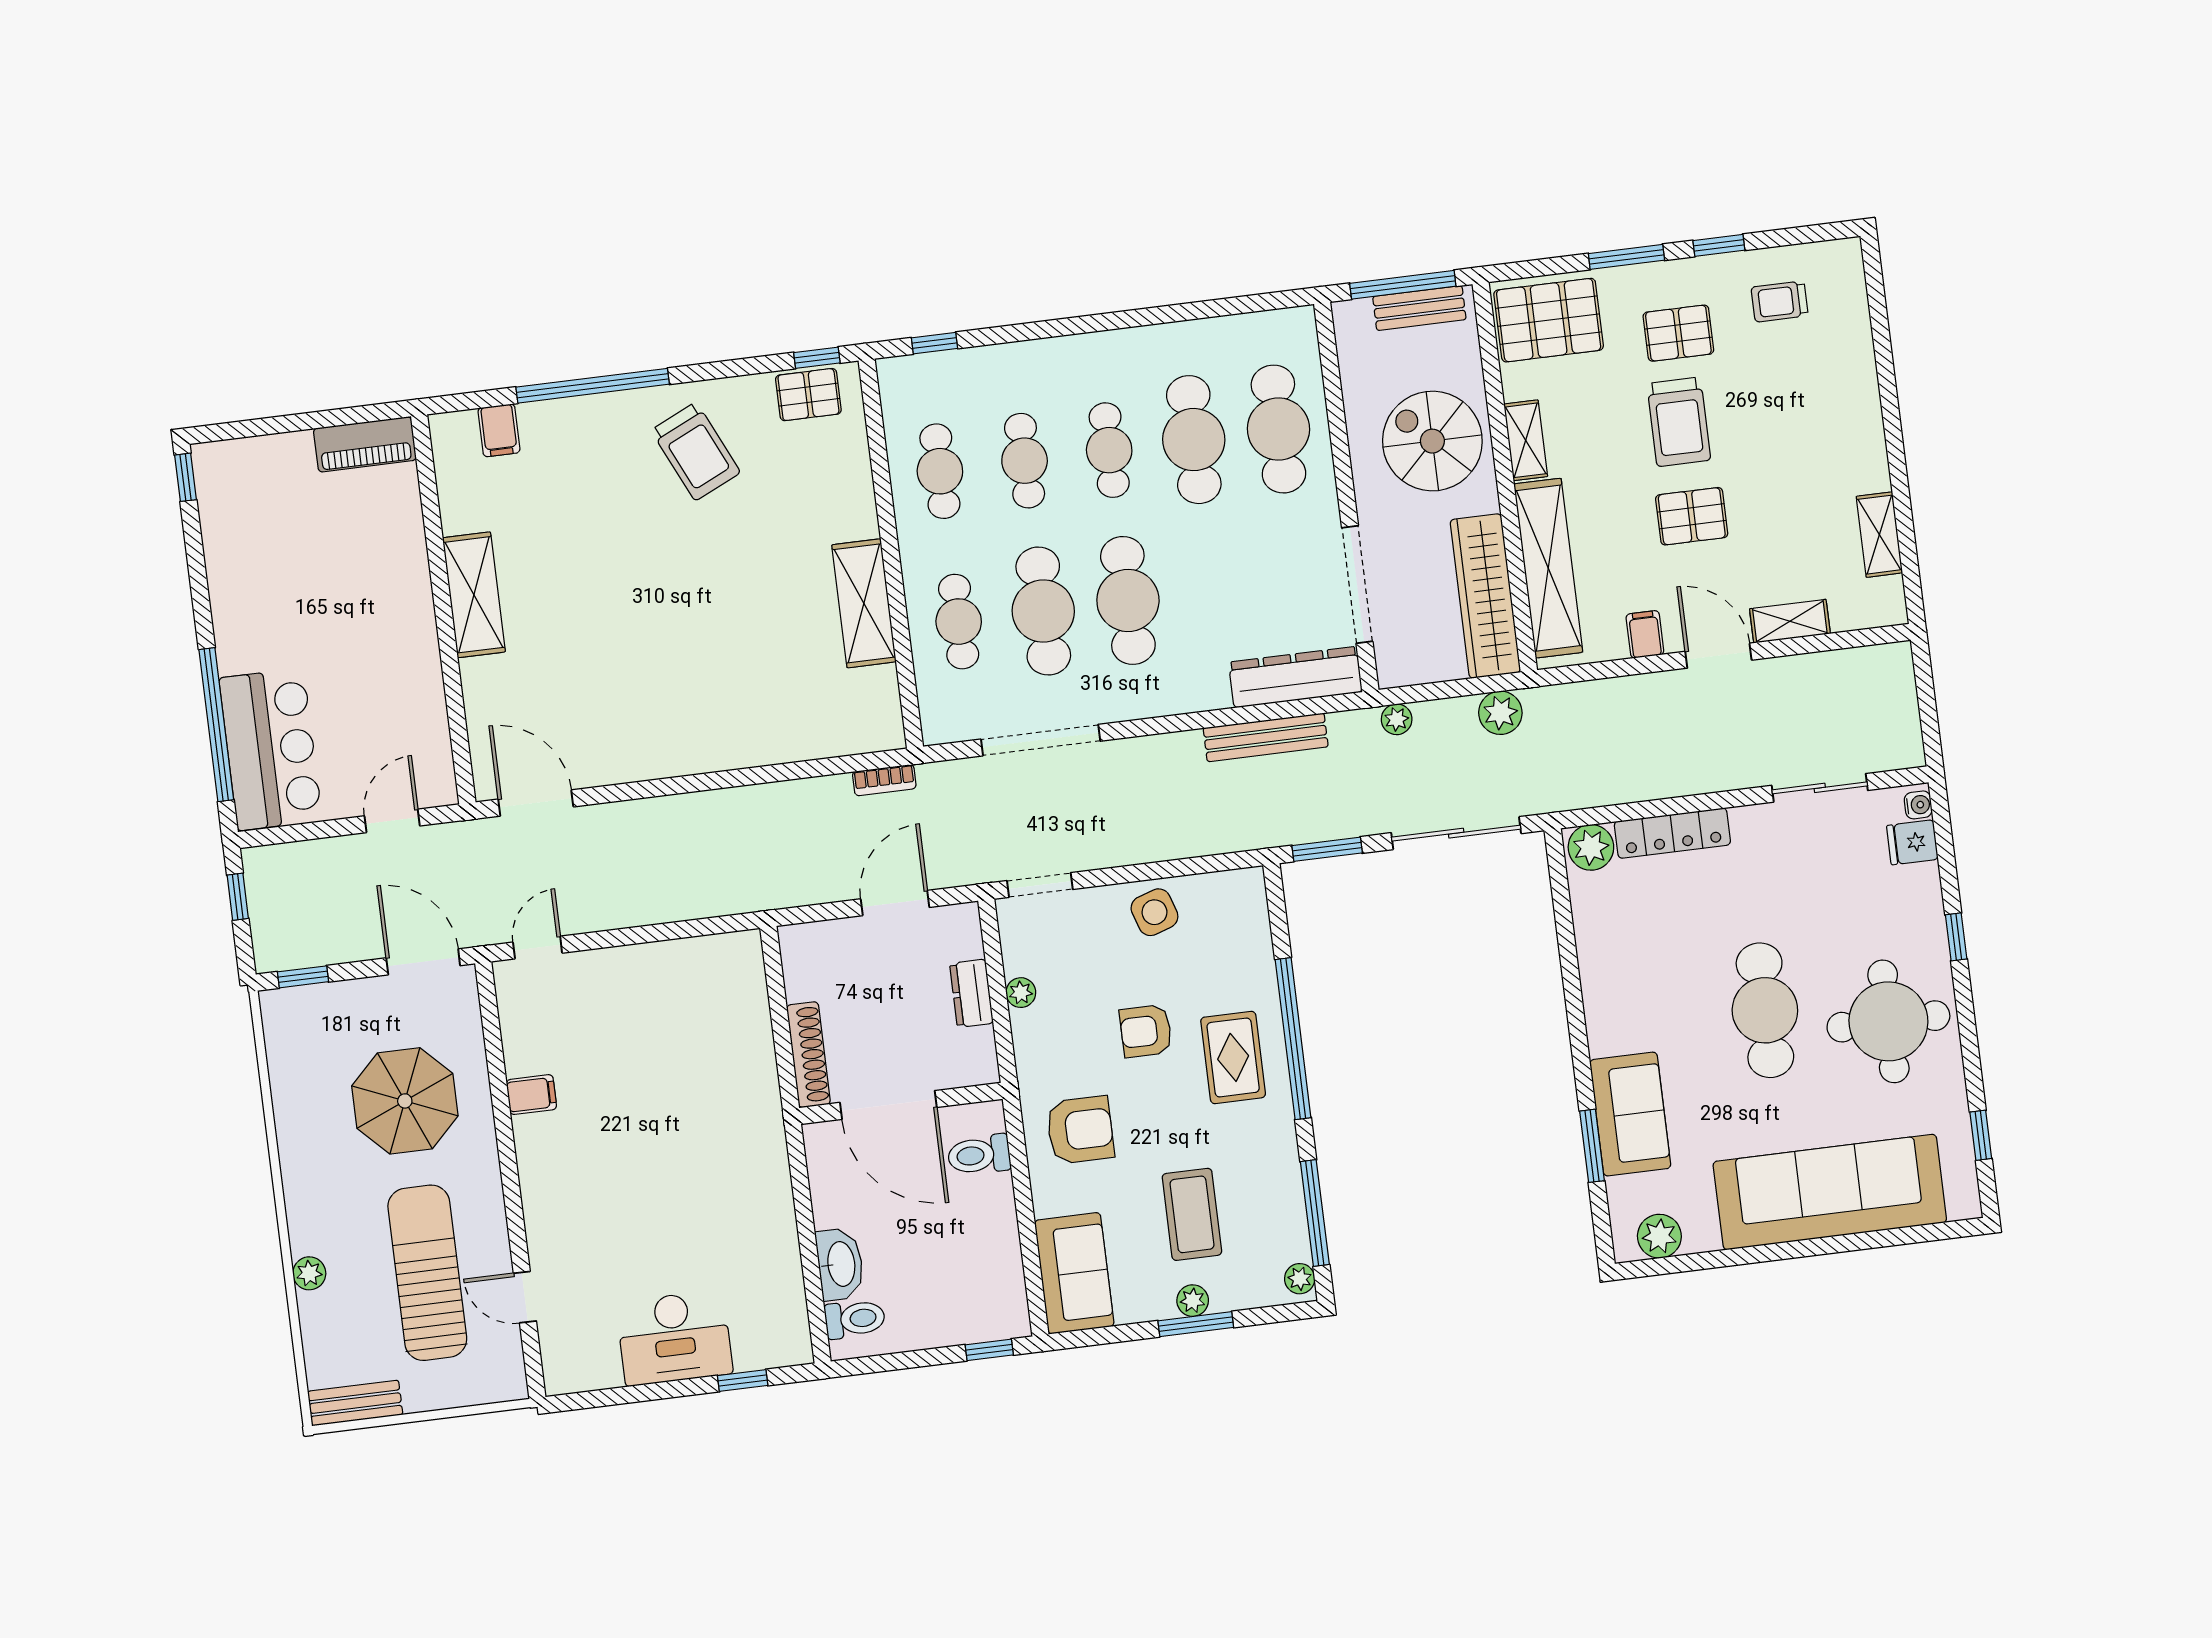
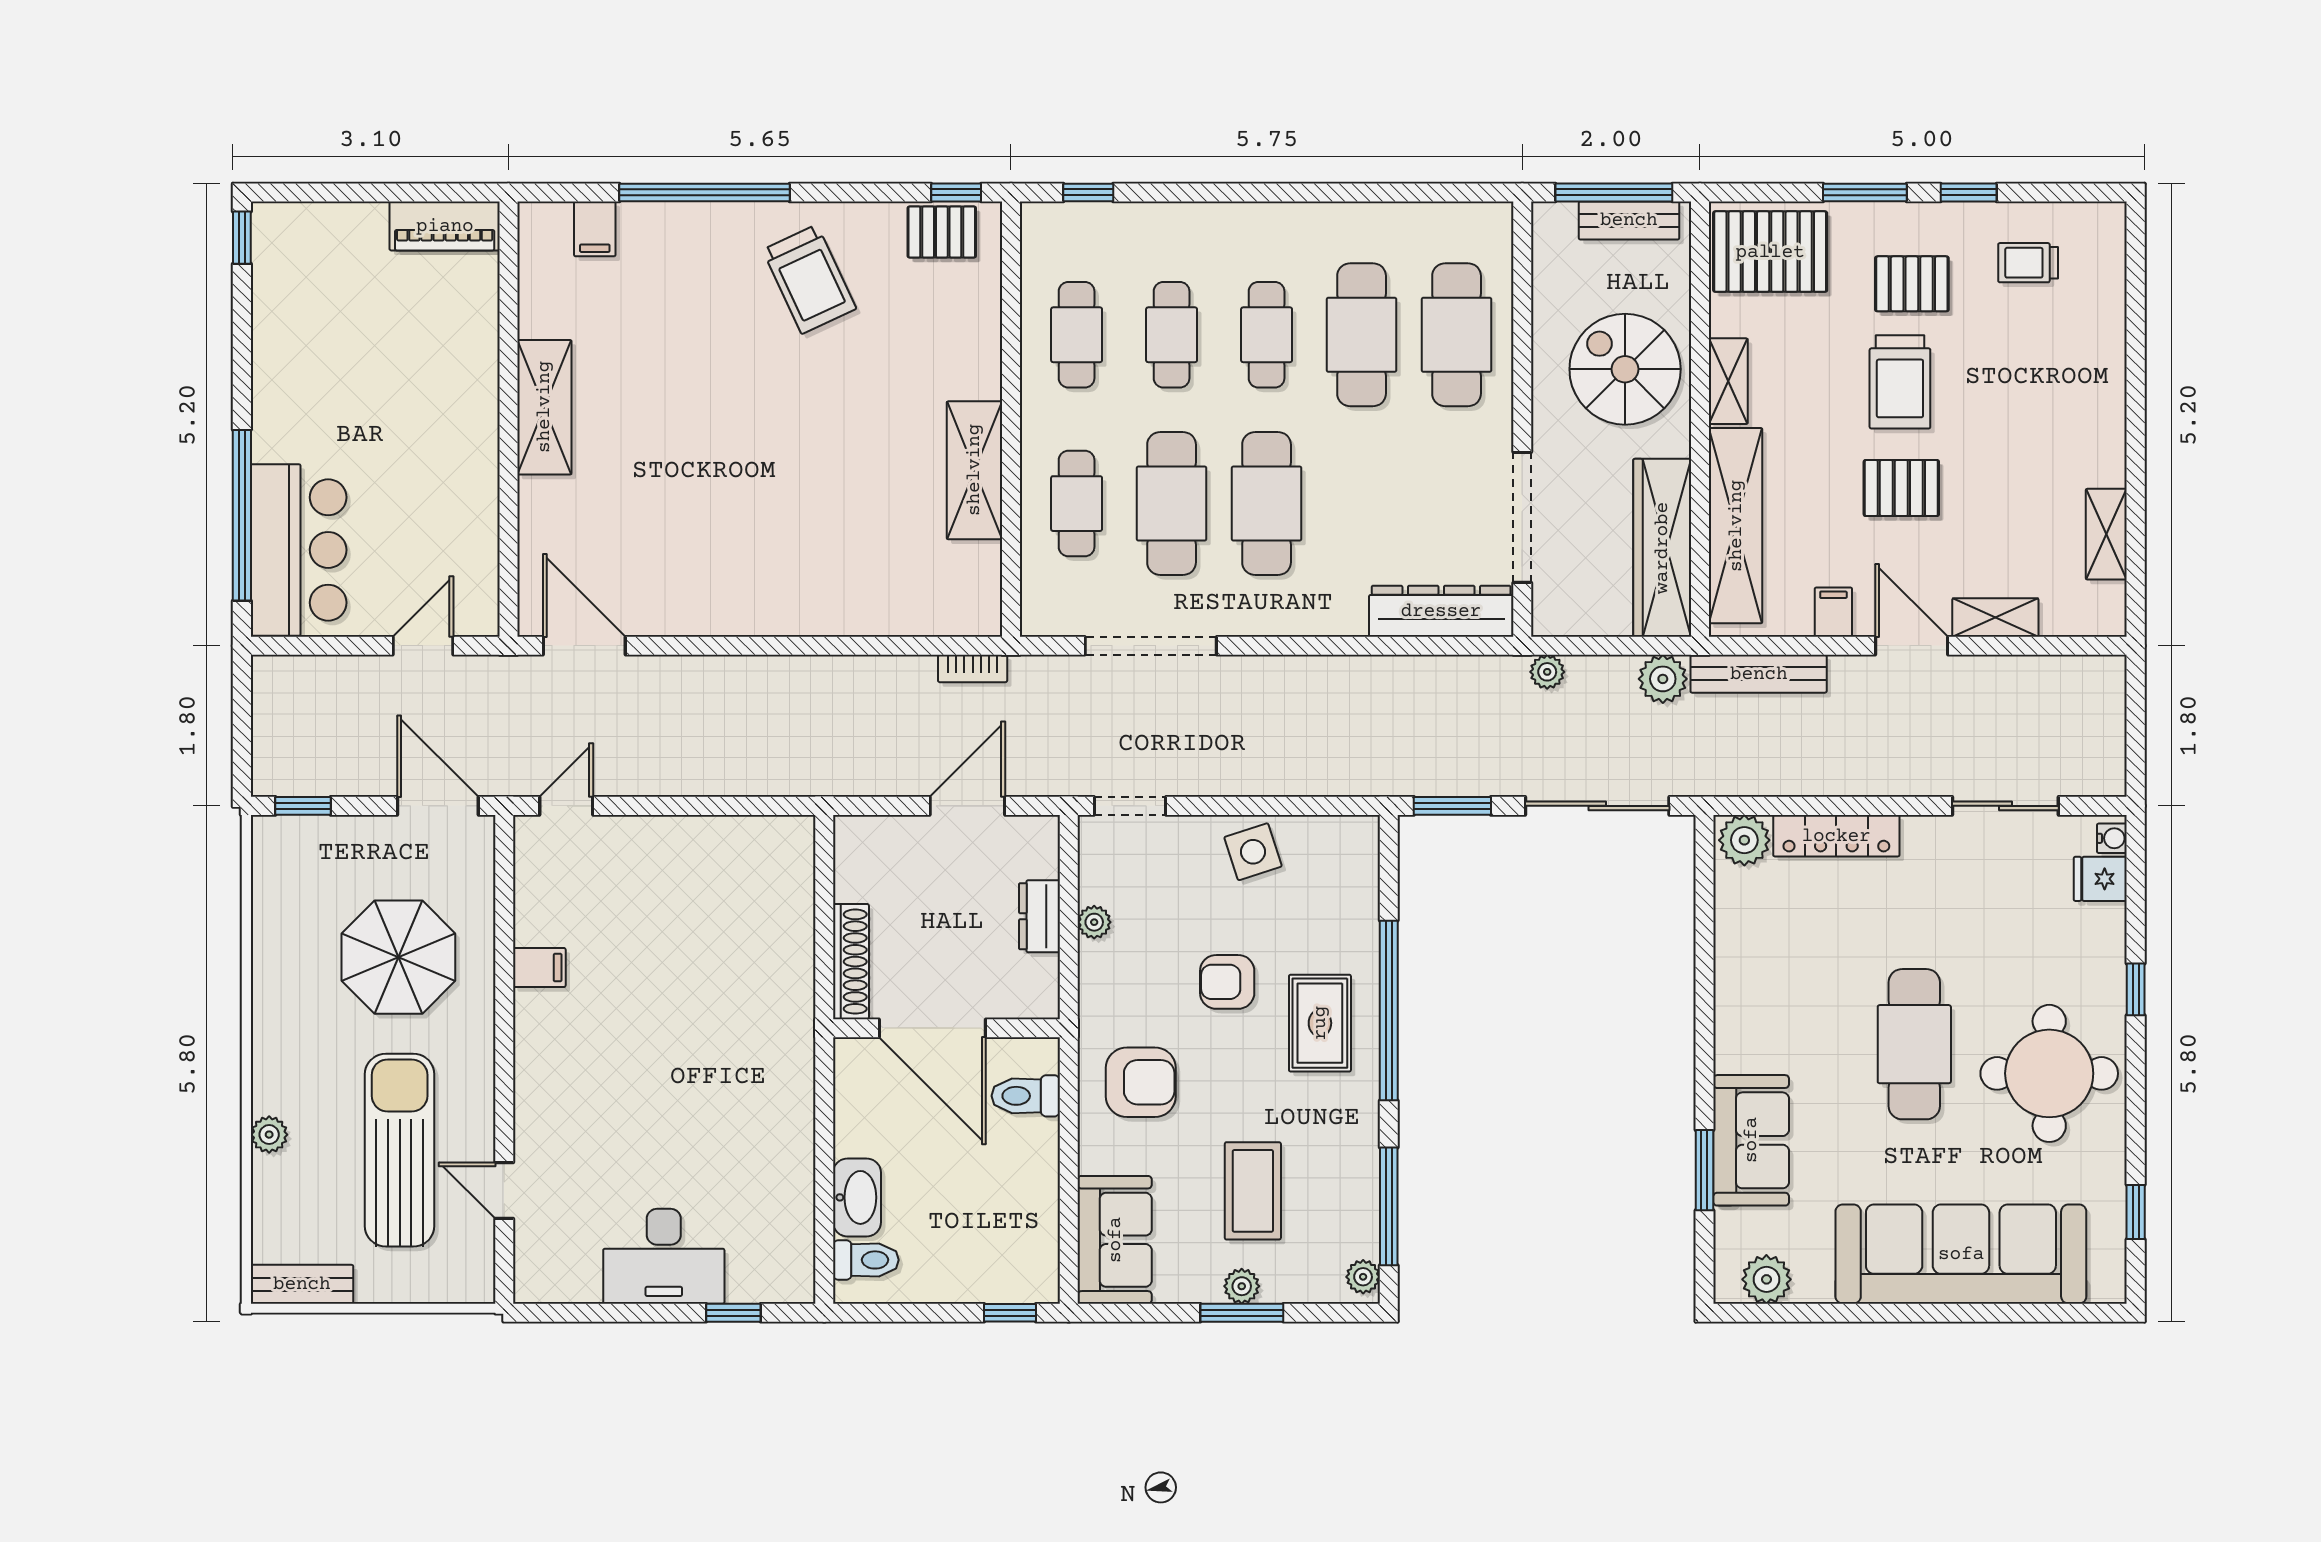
bench: (1266, 737) -> (1759, 674), moved
window: (238, 897) -> (242, 708), removed

